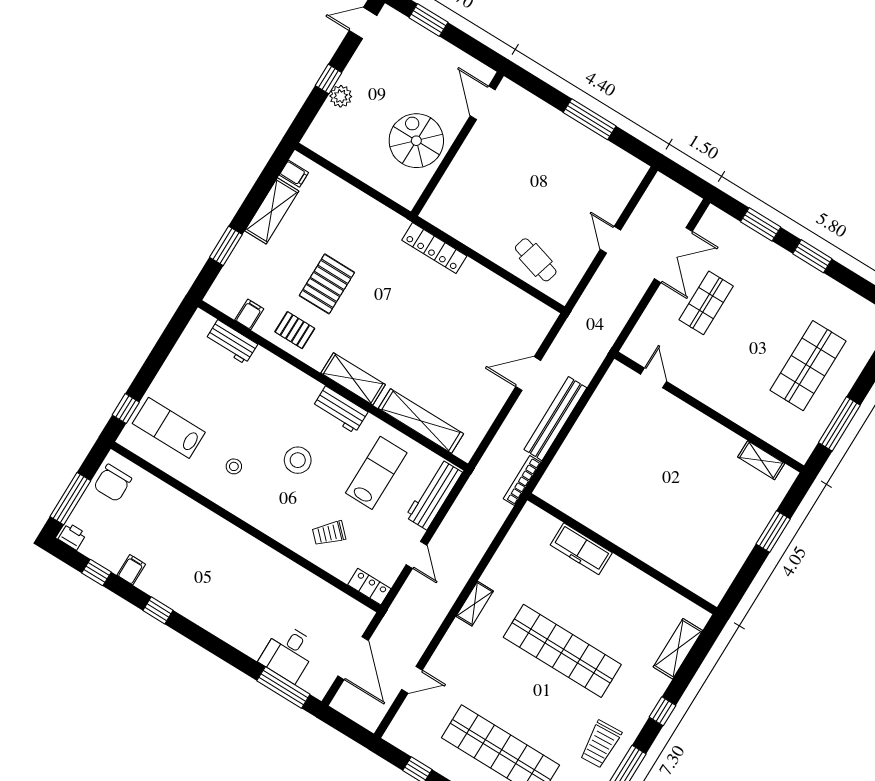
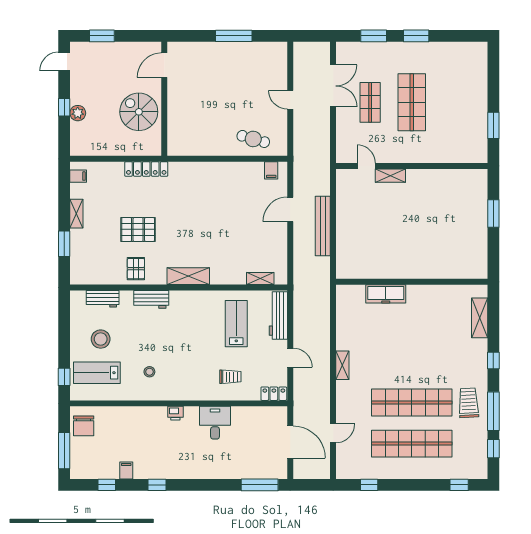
door: (483, 103) -> (164, 65), hinge flipped
shelving: (272, 211) -> (76, 214), width x0.67, depth x0.75
locker: (434, 248) -> (146, 169), moved
pallet: (327, 284) -> (138, 229), turned 90
filing cabinet: (249, 314) -> (271, 170), moved, turned 180
pallet: (295, 330) -> (136, 269), turned 90
shop shelf: (808, 366) -> (412, 102), moved
workbench: (340, 410) -> (151, 299), moved
shelving: (421, 421) -> (260, 279), width x0.45, depth x0.75
window: (839, 424) -> (493, 125), width x0.69
stool: (298, 460) -> (101, 339), moved
shelving: (761, 460) -> (390, 176), moved
bookcase: (522, 480) -> (326, 275), removed
trolley: (329, 533) -> (230, 377), turned -135
printer: (72, 536) -> (175, 413), moved, turned 180
shop shelf: (562, 651) -> (412, 402), moved
desk: (288, 653) -> (215, 423), moved, turned 180
trolley: (601, 744) -> (469, 403), turned 180

